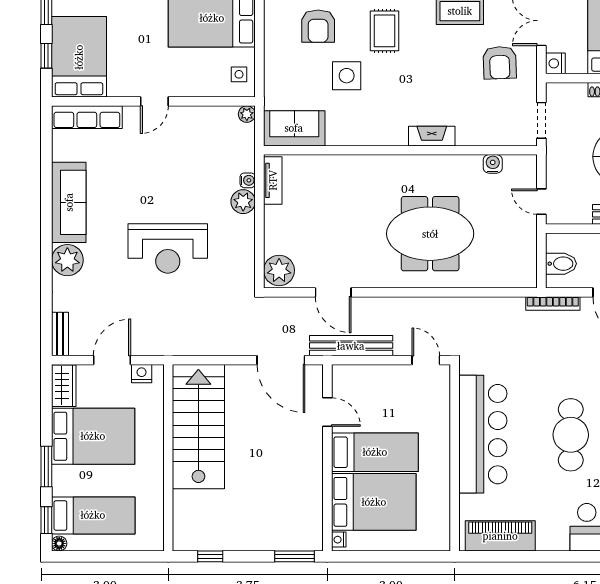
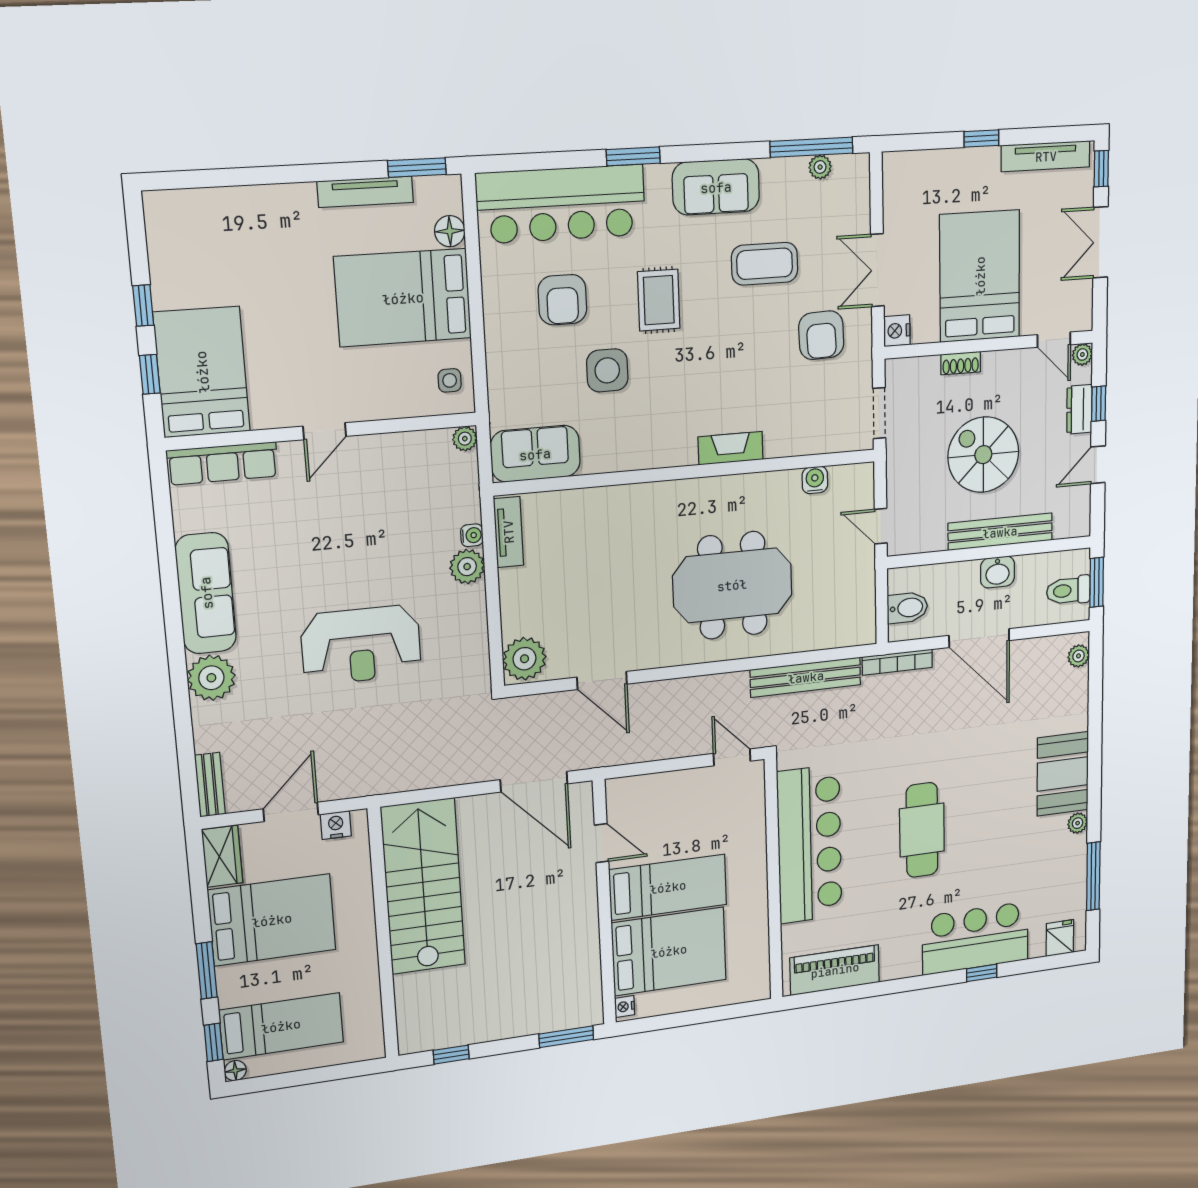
bench: (351, 346) -> (806, 677), moved

